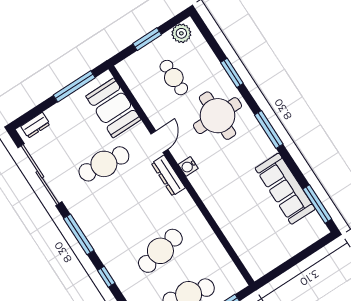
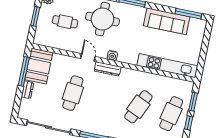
booth: (113, 108) -> (39, 66), moved, turned 90
dresser: (35, 125) -> (28, 90), moved
kitchen unit: (237, 238) -> (167, 66), added
cafe table: (160, 251) -> (138, 107), turned 36

